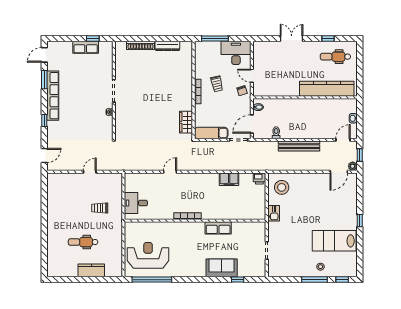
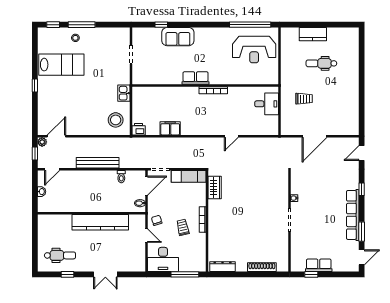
dresser: (167, 46) -> (223, 267), moved
kitchen counter: (327, 89) -> (100, 222), moved
door: (90, 172) -> (315, 136), width x1.88
row of seats: (218, 228) -> (196, 78), moved
dental chair: (83, 242) -> (321, 63), turned 180

